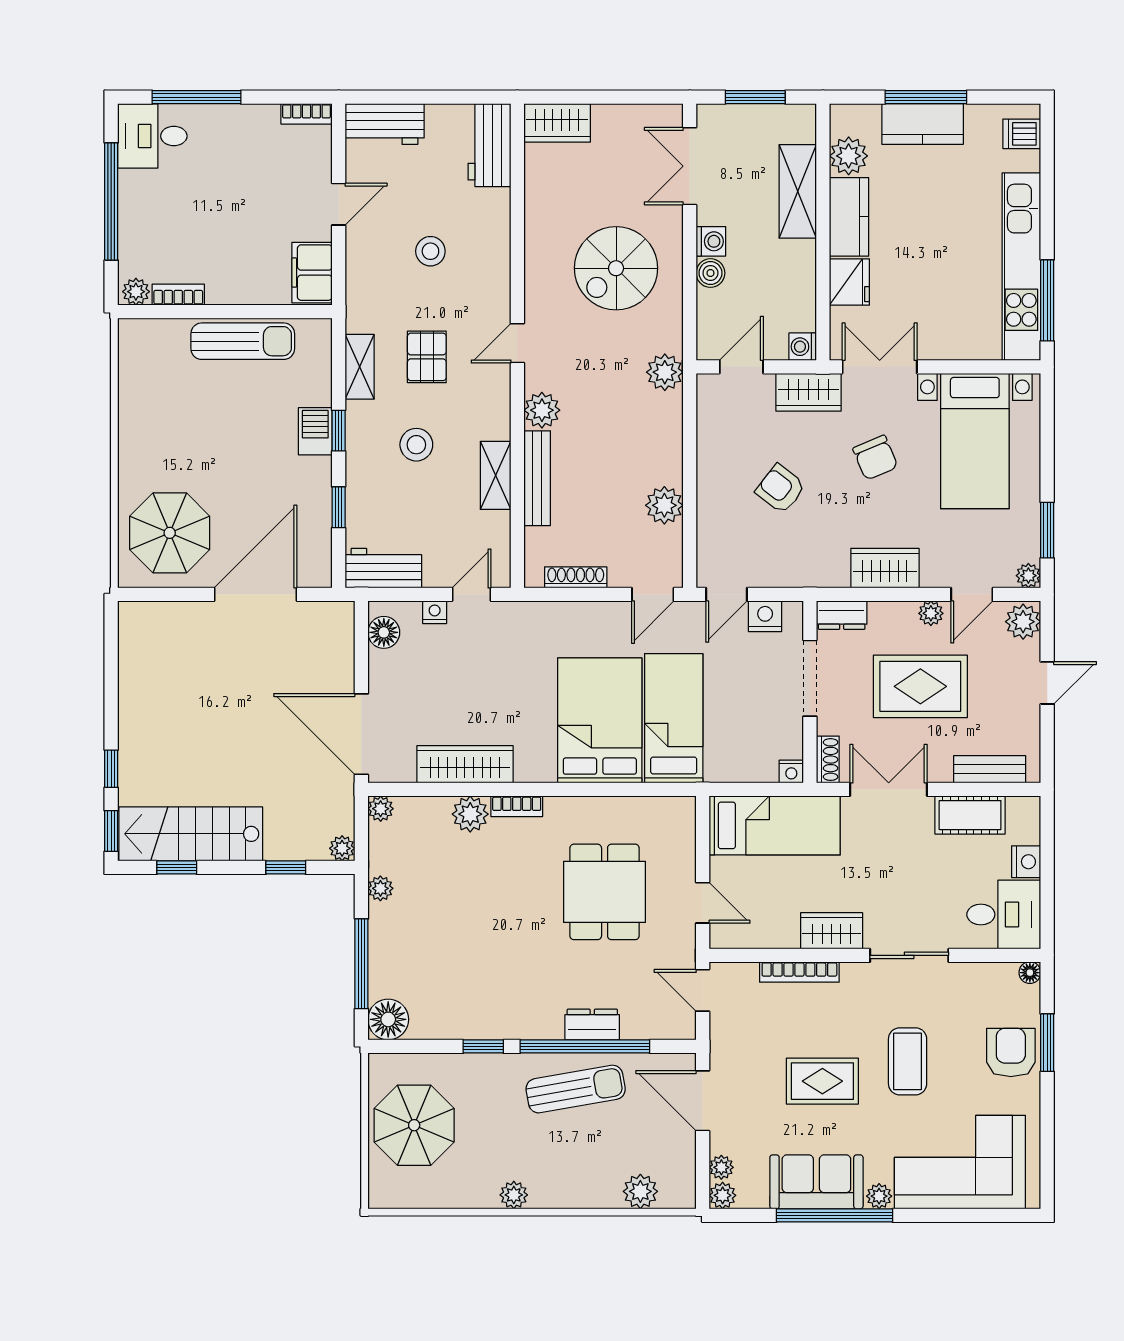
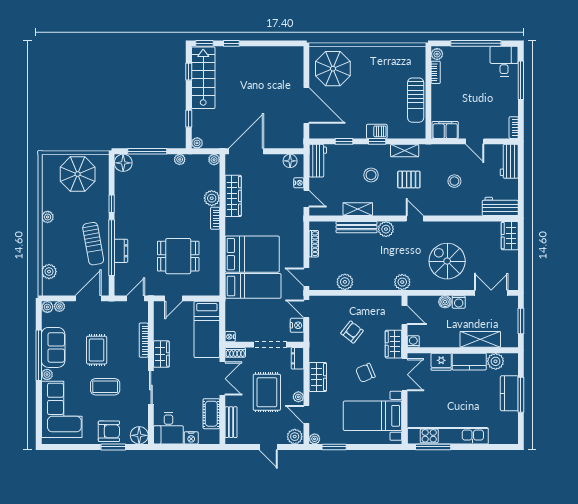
dishwasher: (1022, 134) -> (505, 436), removed
floor lamp: (1030, 973) -> (139, 435), width x1.89, depth x1.89

